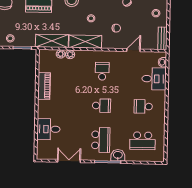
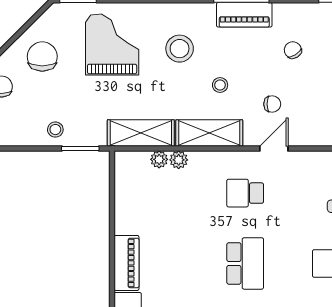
door: (133, 50) -> (274, 149), moved
school desk: (102, 71) -> (245, 193), turned -90
piano: (44, 86) -> (126, 263), moved
school desk: (101, 106) -> (245, 263), width x1.85

